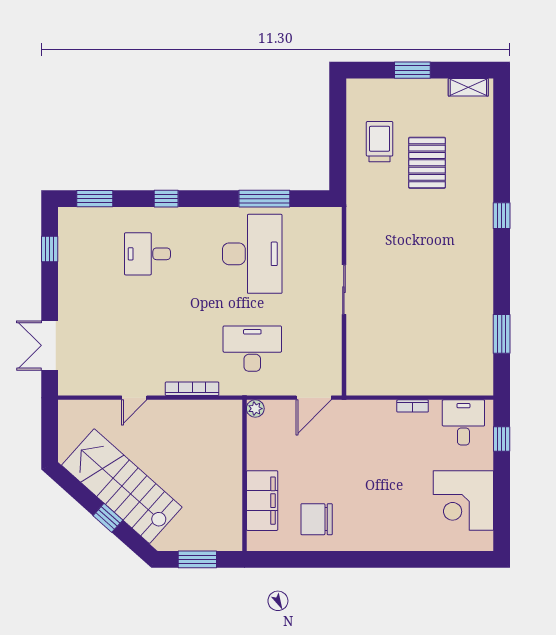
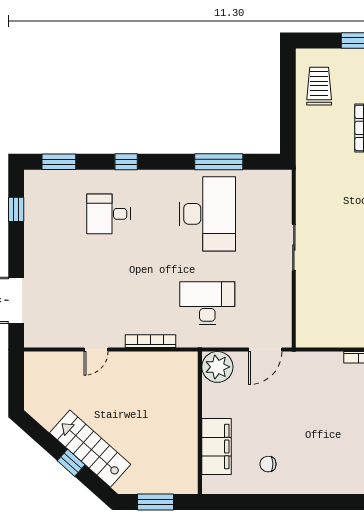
trolley: (380, 142) -> (319, 86), moved
plant: (255, 409) -> (217, 367), width x1.87, depth x1.87
stairs: (122, 486) -> (90, 449), width x0.73, depth x0.66
chair: (317, 519) -> (268, 464), width x0.54, depth x0.54

